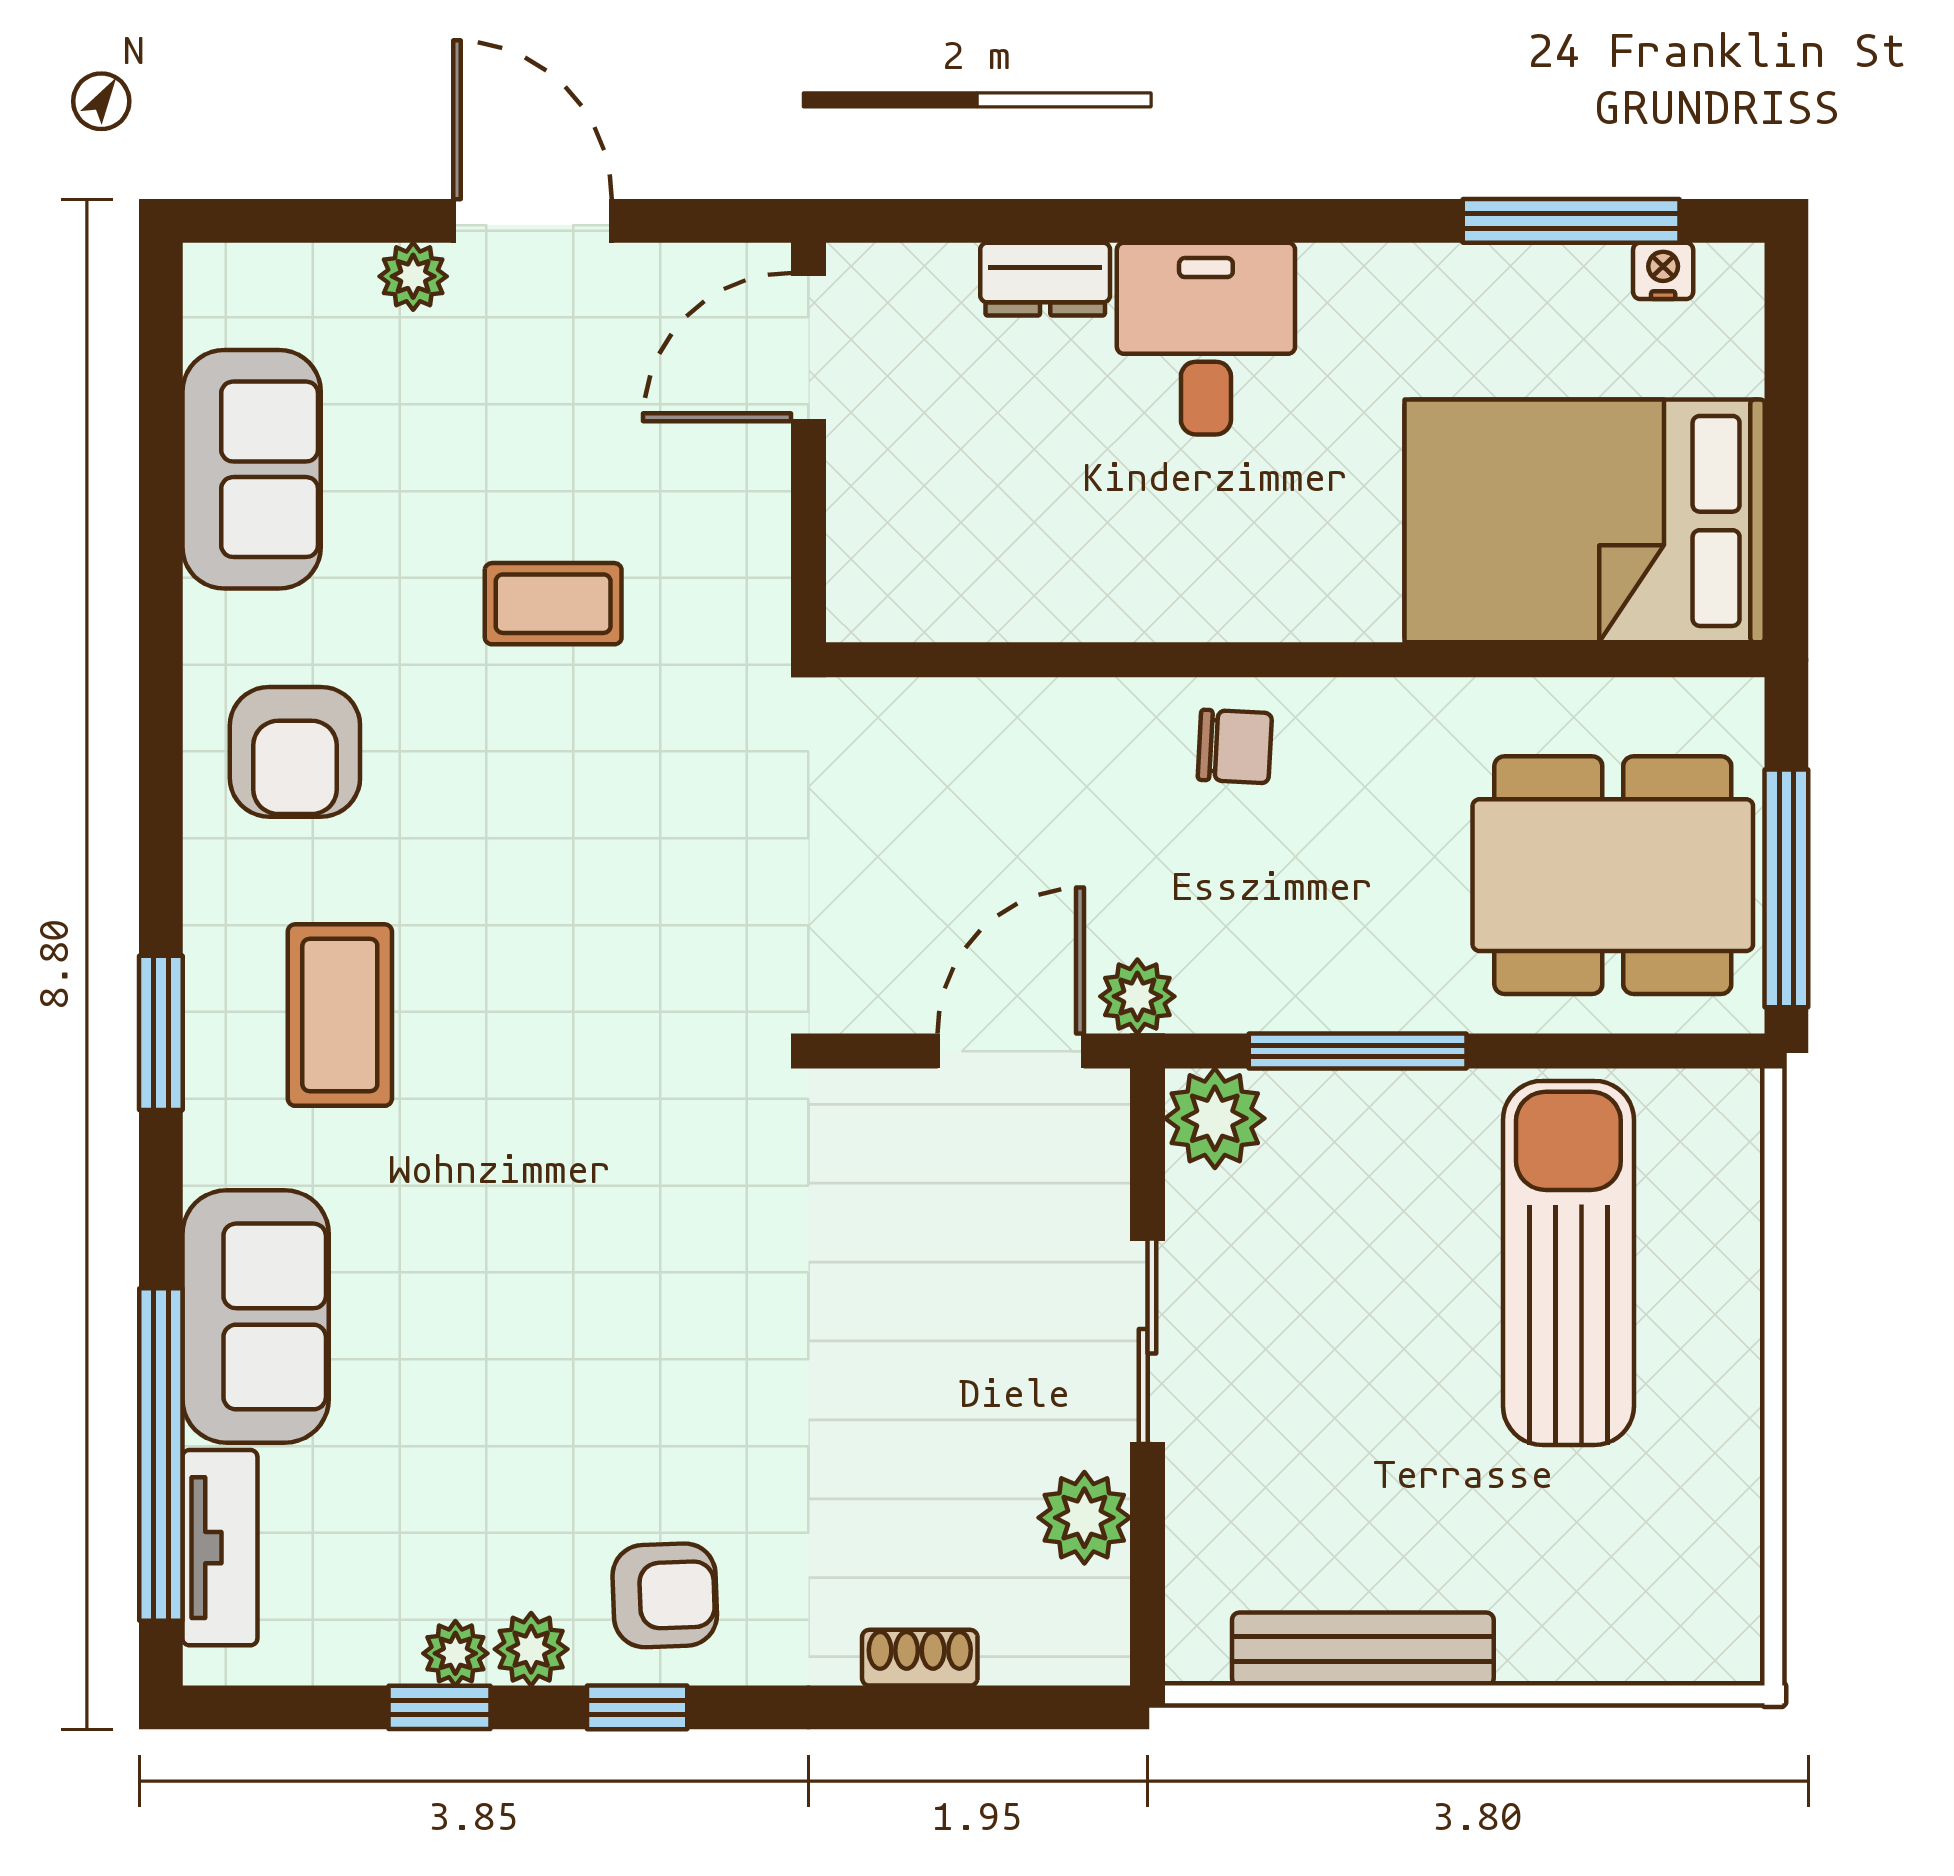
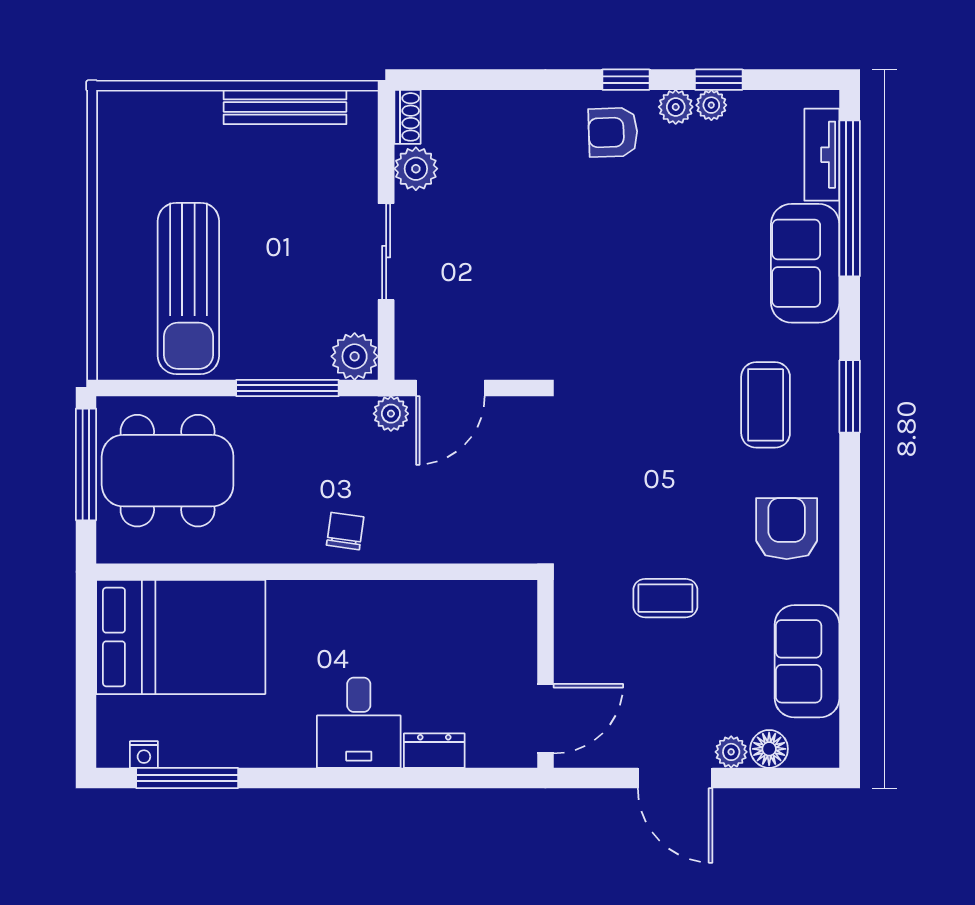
floor lamp: (332, 283) -> (769, 749), added
chair: (1235, 746) -> (345, 531), turned 95
shoe rack: (920, 1658) -> (407, 117), moved, turned -90

